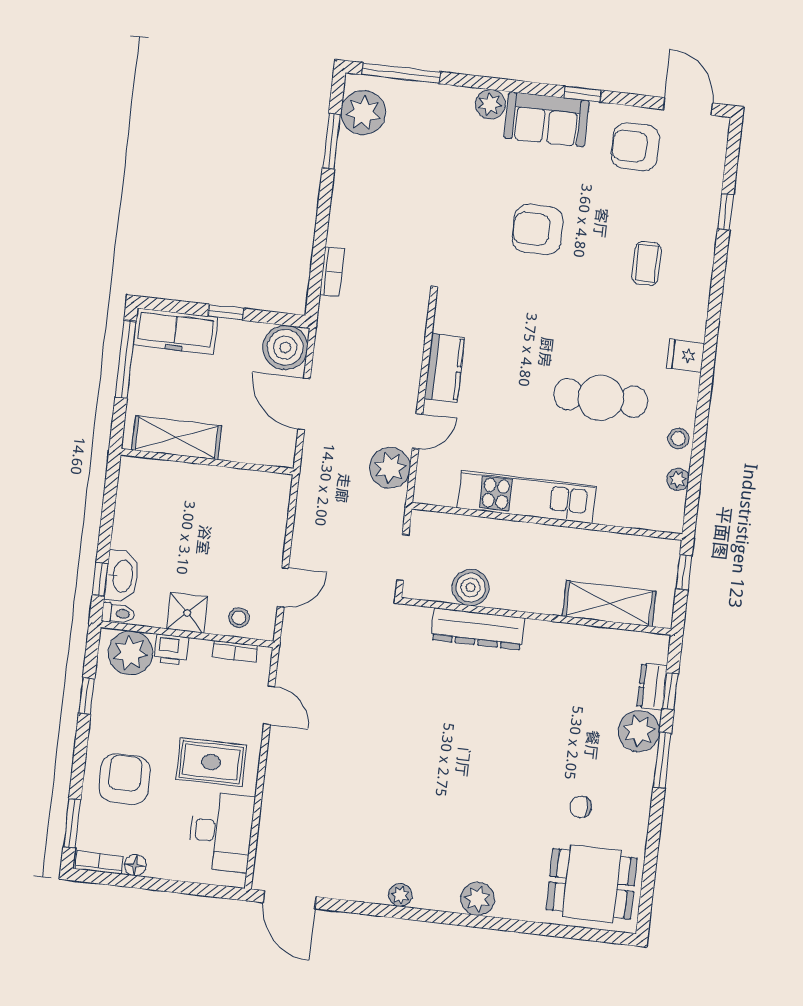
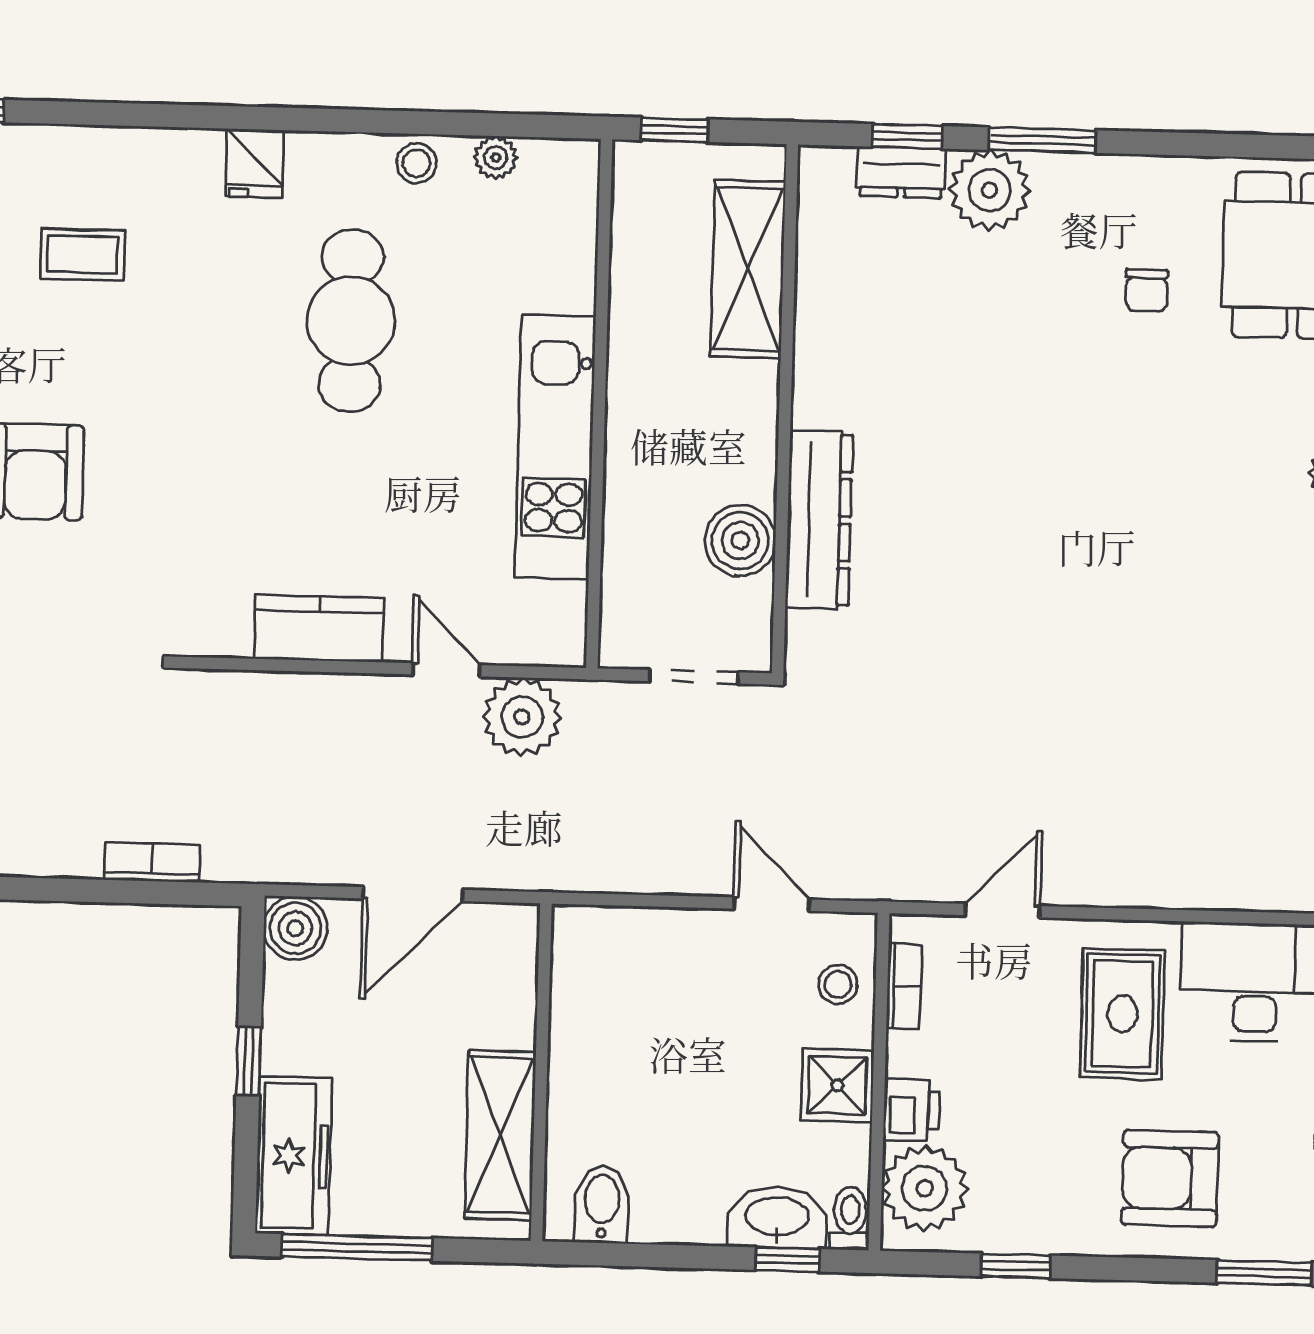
boiler: (285, 347) -> (295, 928), width x0.73, depth x0.73
bidet: (137, 487) -> (602, 1204), added

